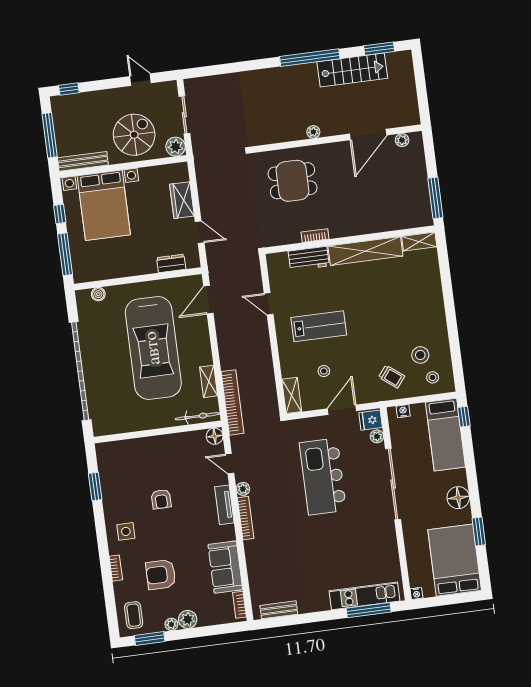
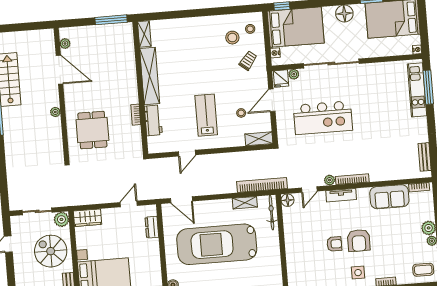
wardrobe: (182, 200) -> (88, 218), moved
car: (153, 348) -> (217, 244), turned 180
door: (342, 410) -> (272, 100), hinge flipped
bed: (445, 435) -> (296, 27), width x1.50
armchair: (161, 575) -> (359, 240), moved

